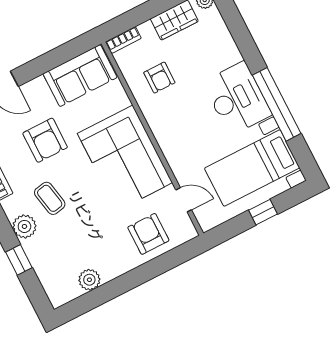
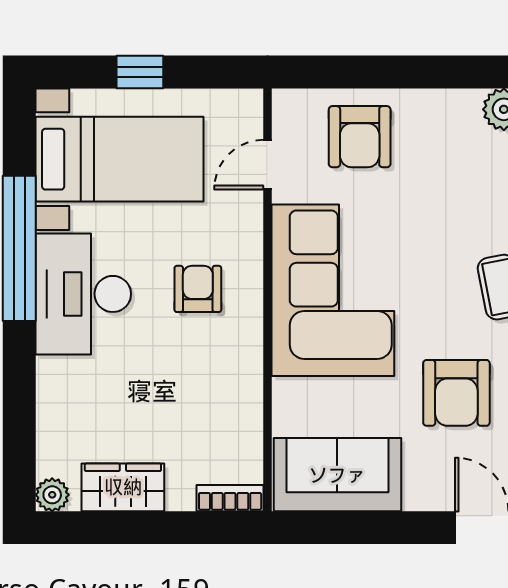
armchair: (159, 78) -> (198, 289), moved
armchair: (45, 140) -> (456, 393), turned 180
door: (184, 200) -> (267, 165), hinge flipped

